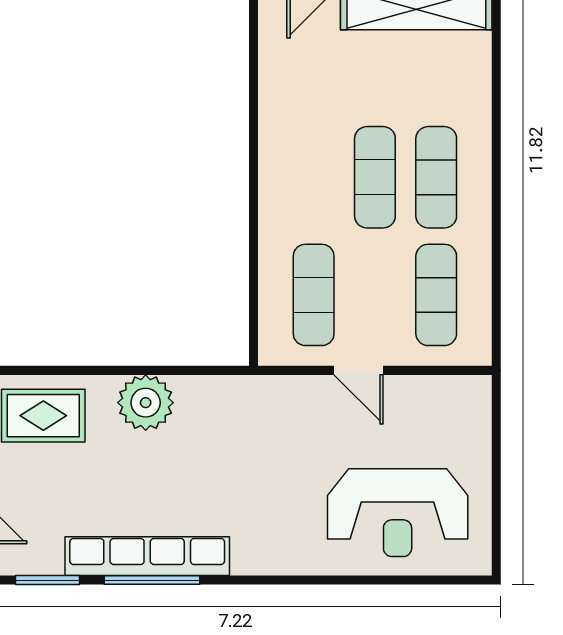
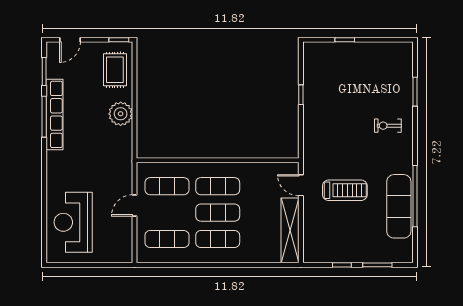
exercise mat: (314, 177) -> (218, 186), added

